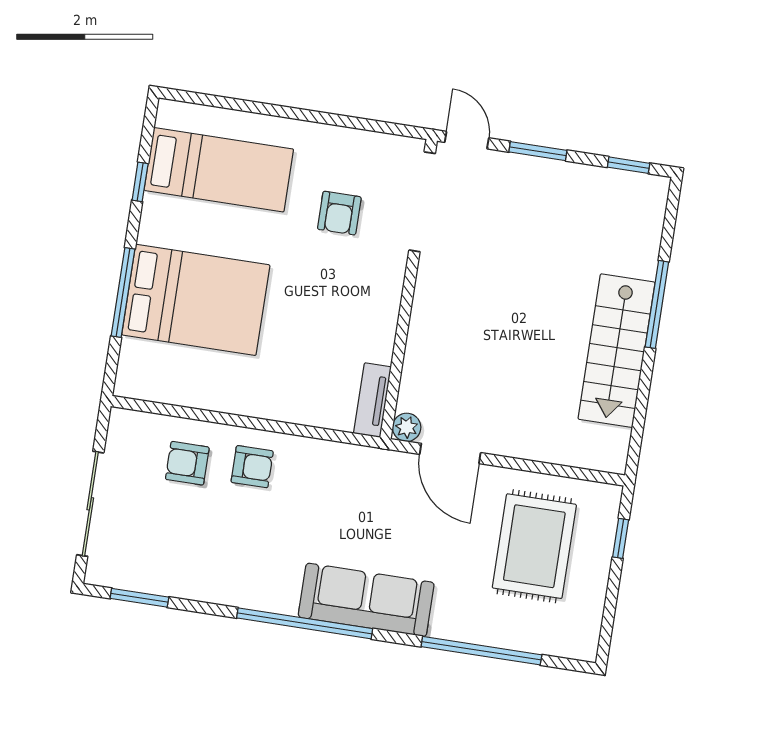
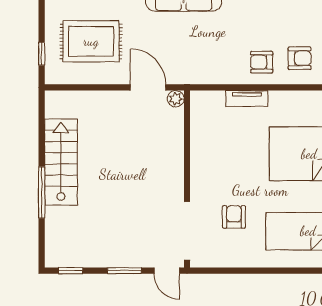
tv unit: (372, 400) -> (247, 98), moved, turned 90
rug: (534, 546) -> (91, 41), turned 90

